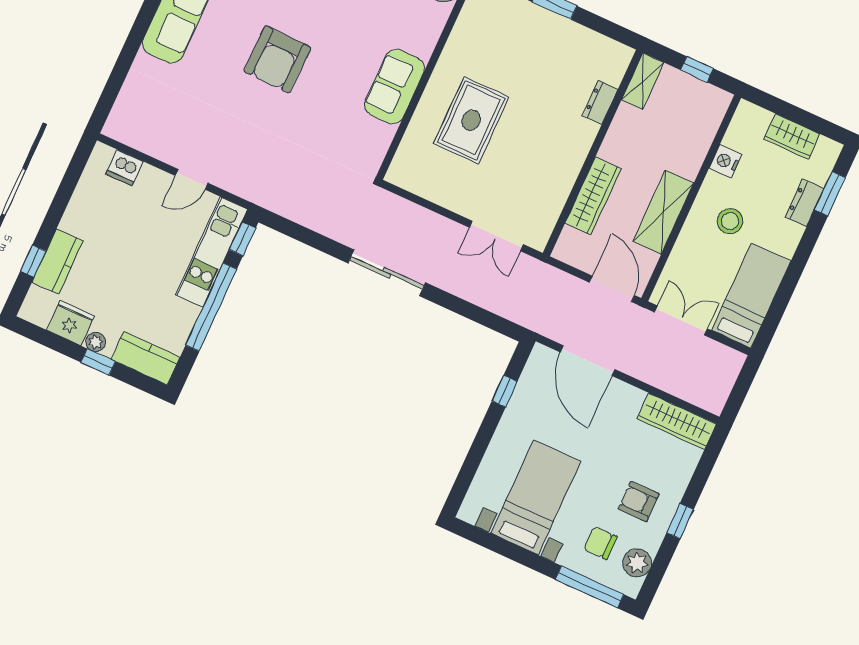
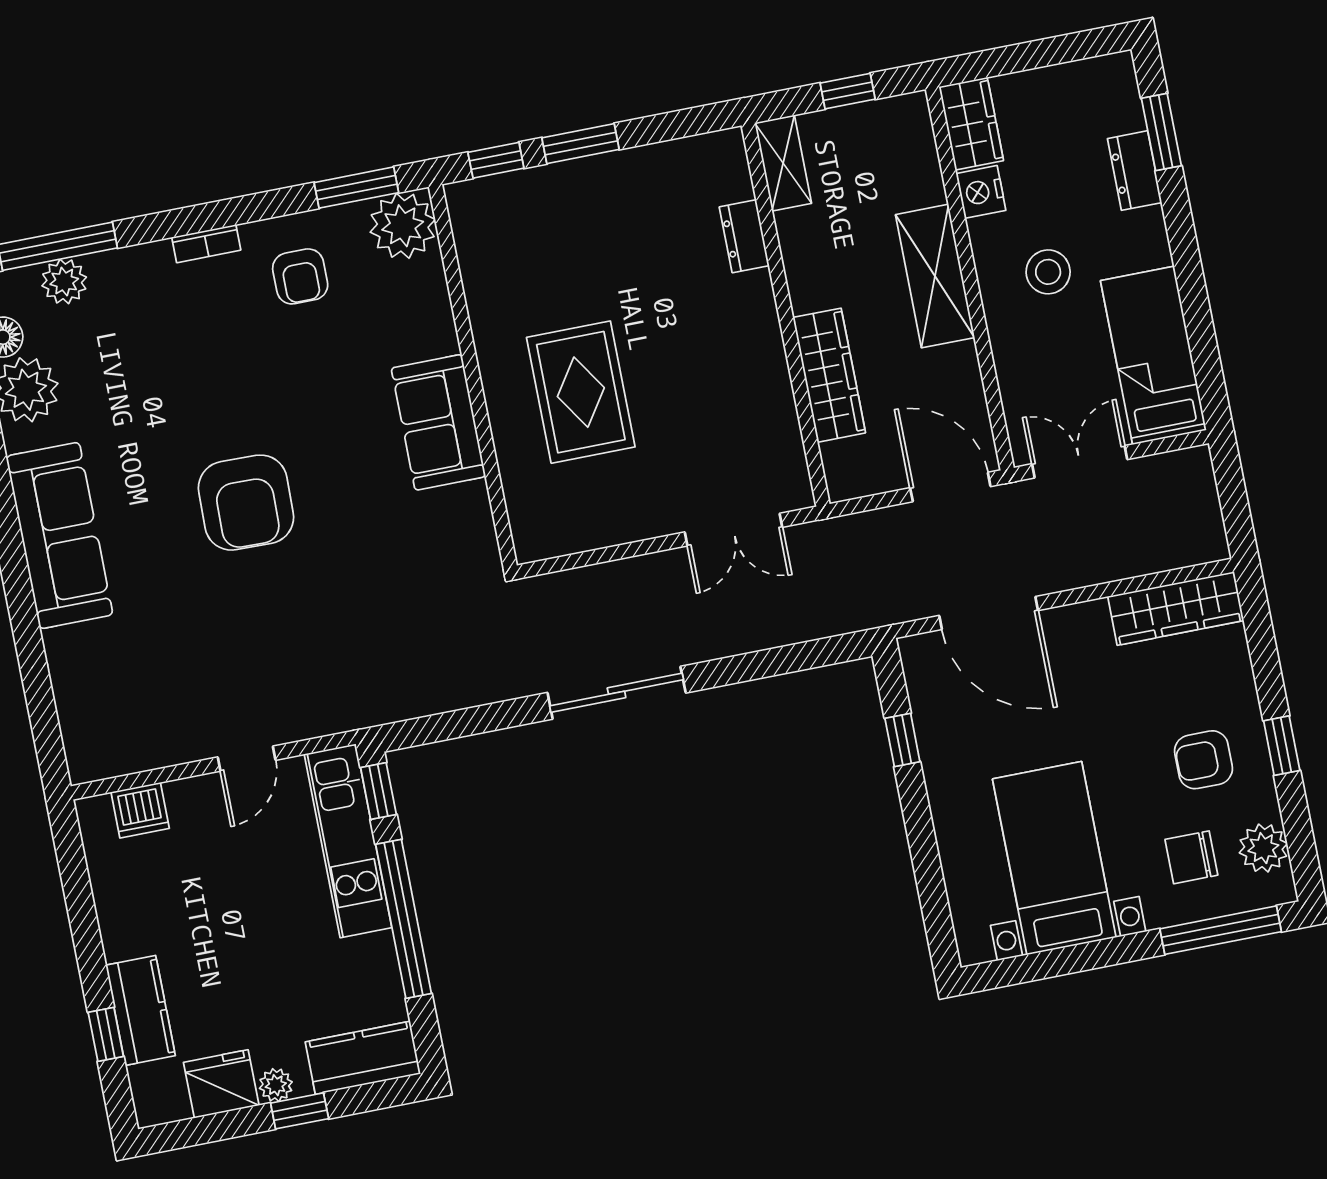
wardrobe: (792, 137) -> (971, 124), moved, turned -90
shelving: (663, 212) -> (935, 276), moved

